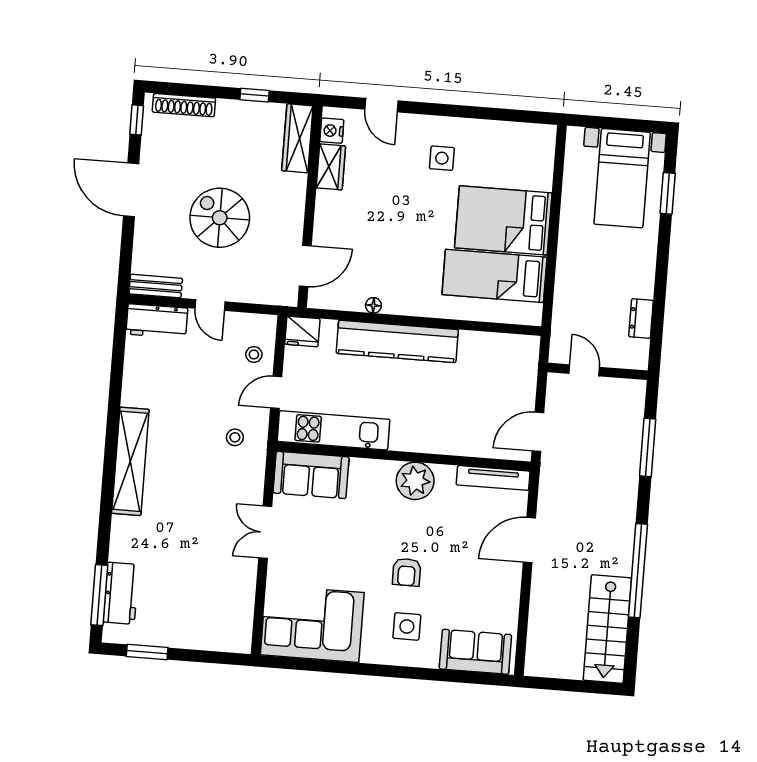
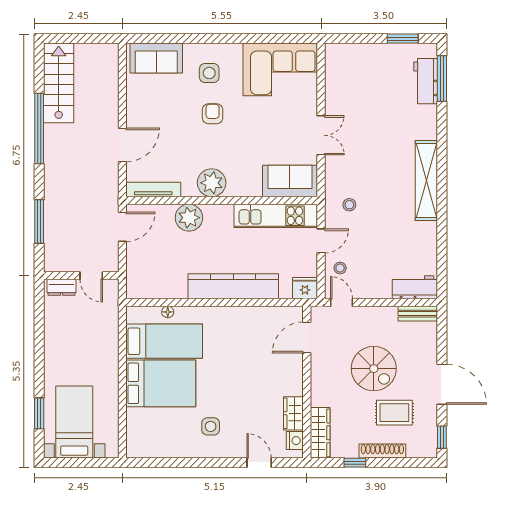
shoe rack: (184, 105) -> (382, 451), moved
rug: (197, 157) -> (394, 413), added
door: (210, 305) -> (342, 302), moved
floor lamp: (373, 305) -> (168, 312), moved
dresser: (641, 319) -> (61, 287), moved, turned 90
plant: (449, 437) -> (189, 218), added

